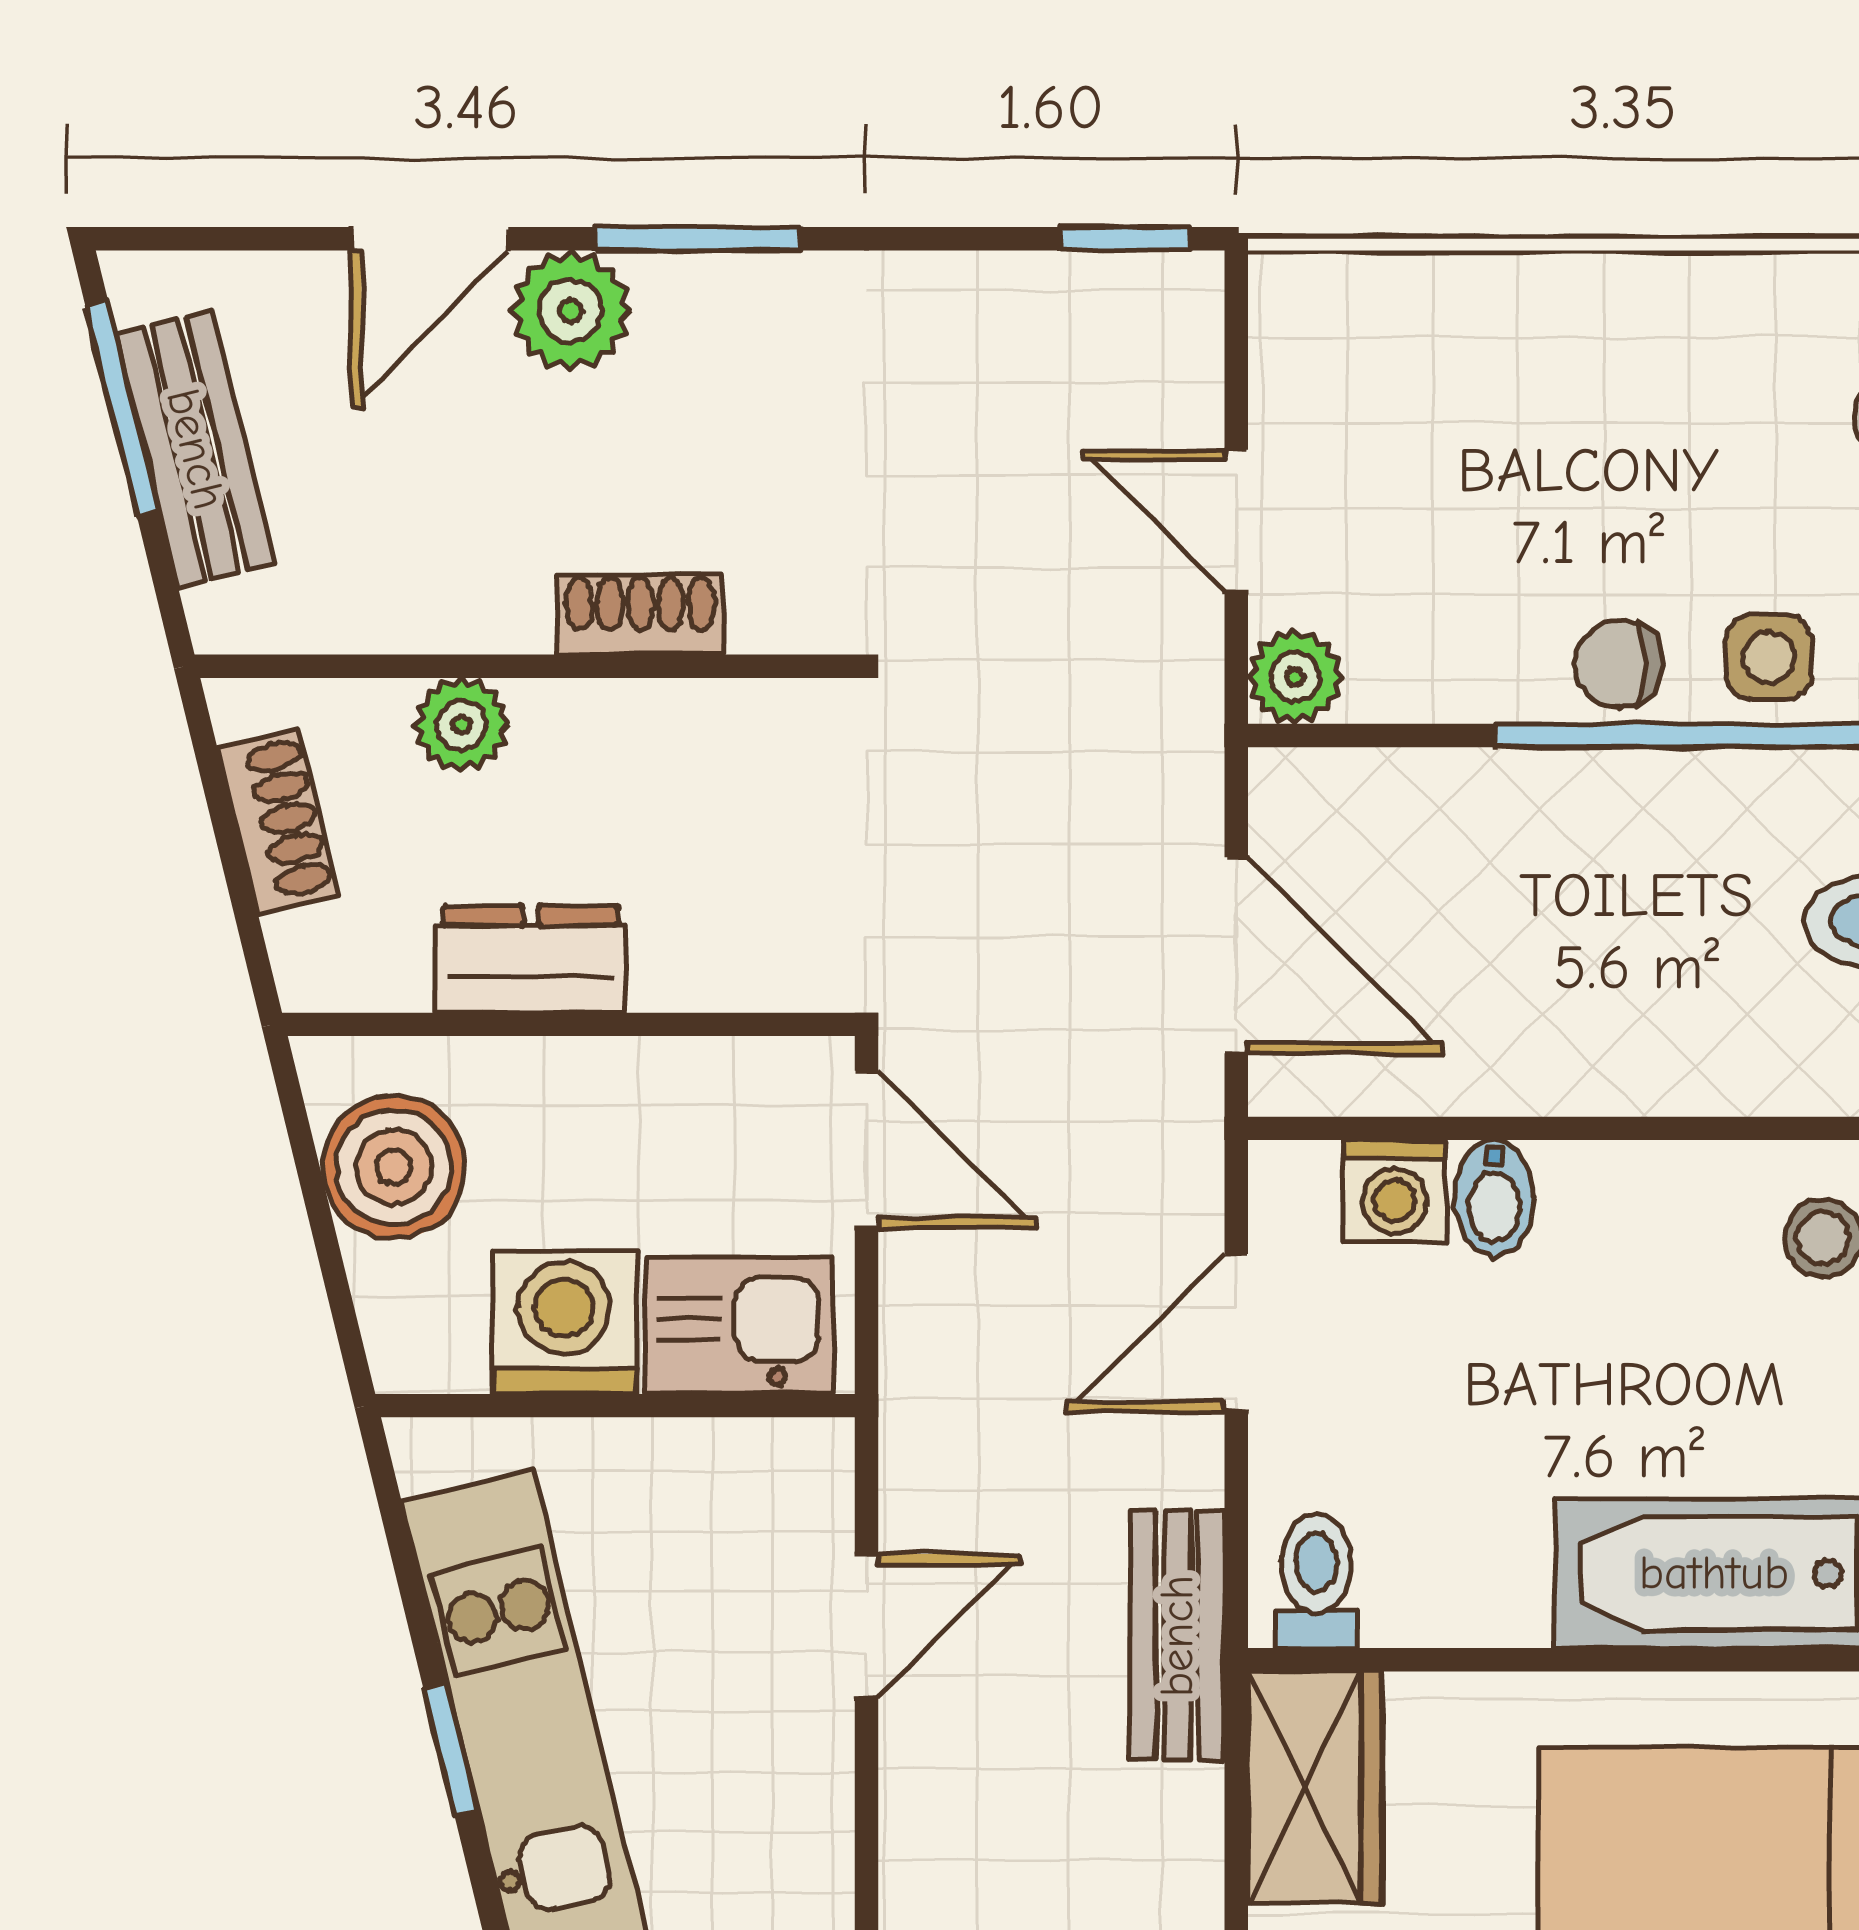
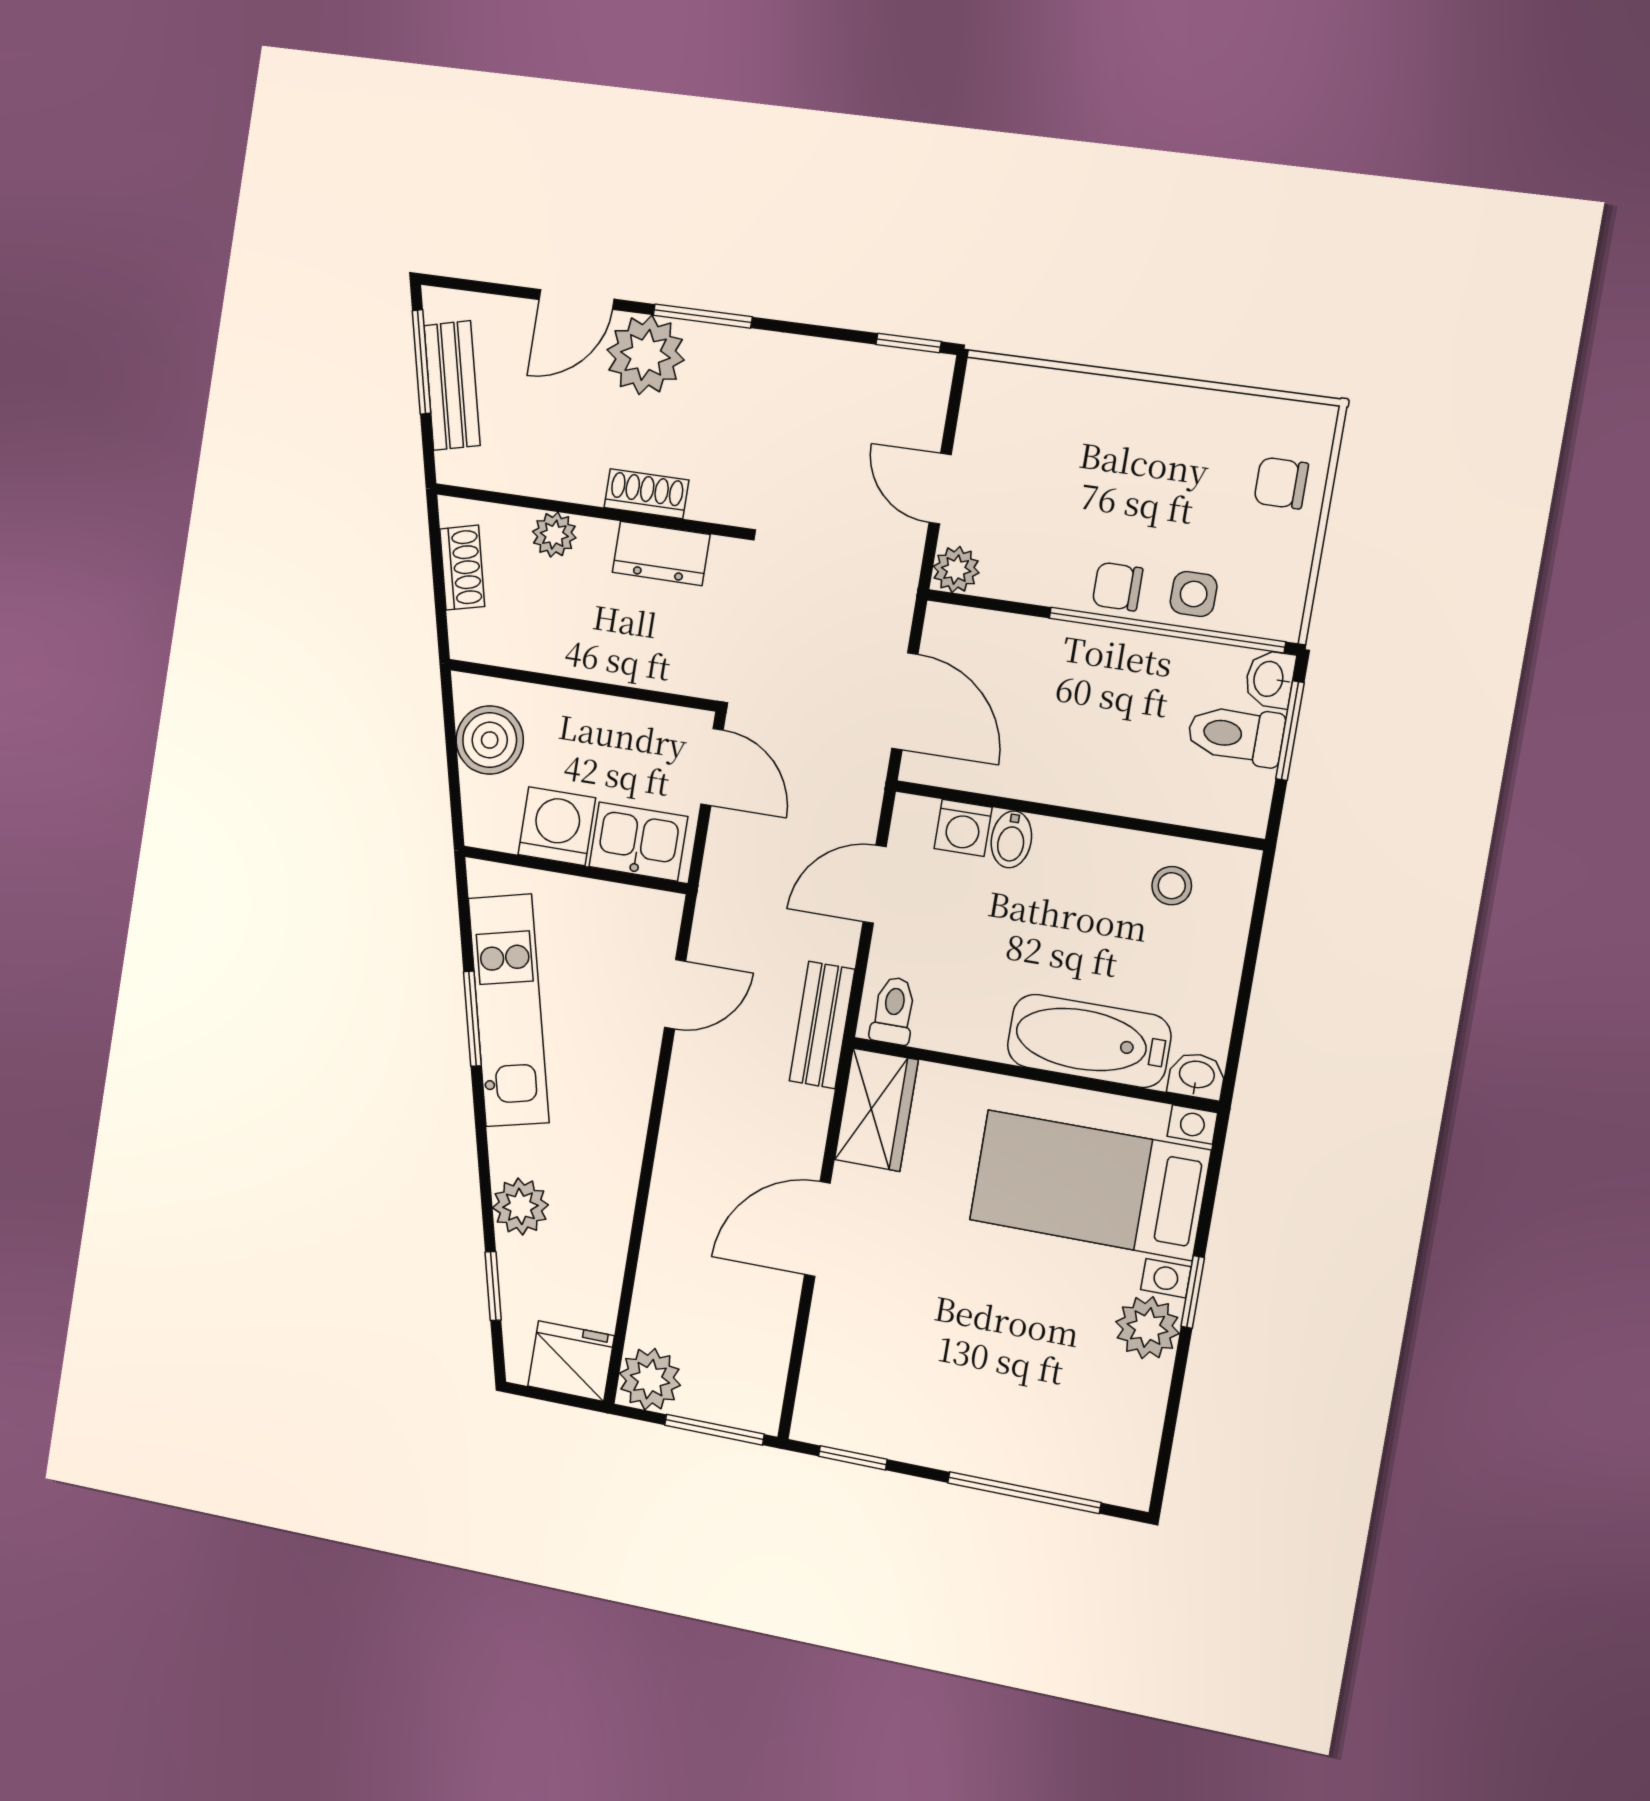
plant: (570, 311) -> (646, 355), width x1.36, depth x1.36
dresser: (531, 959) -> (661, 553), moved, turned 180
window: (450, 1750) -> (472, 1019), width x1.50

